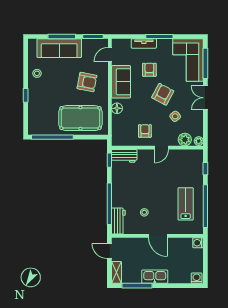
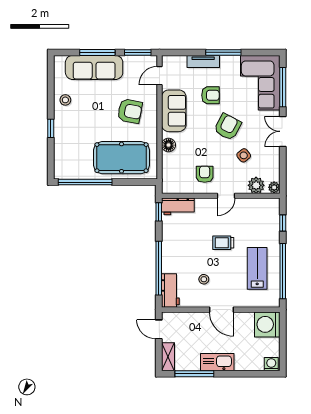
armchair: (149, 70) -> (210, 95), turned 90
trolley: (159, 184) -> (223, 243), added
washing machine: (198, 243) -> (267, 324), width x1.89, depth x1.89

